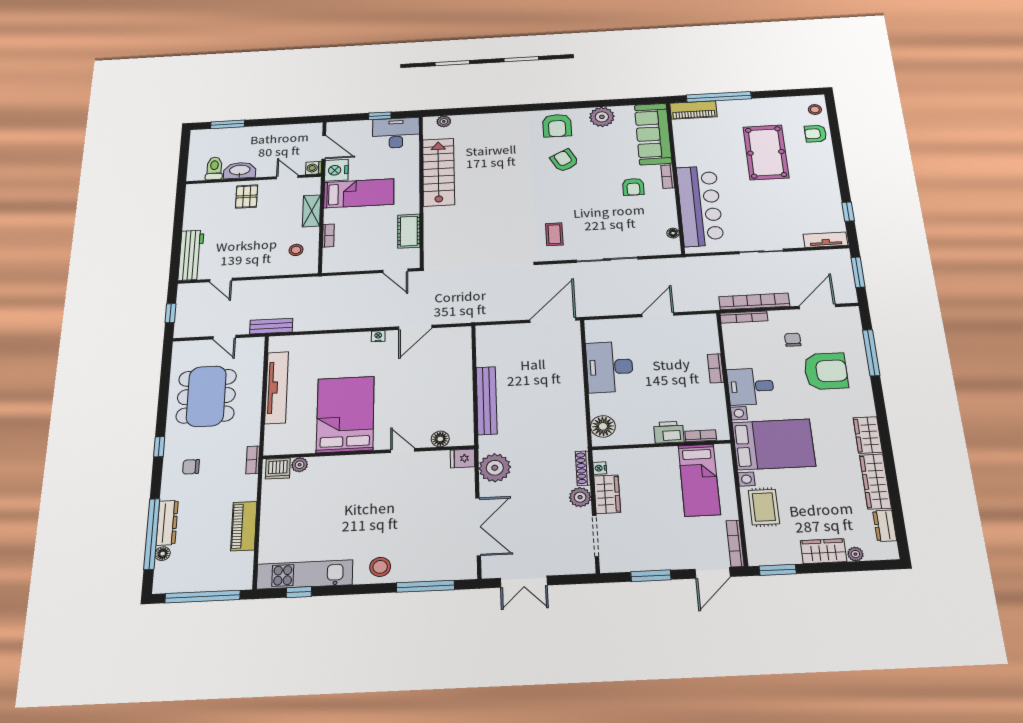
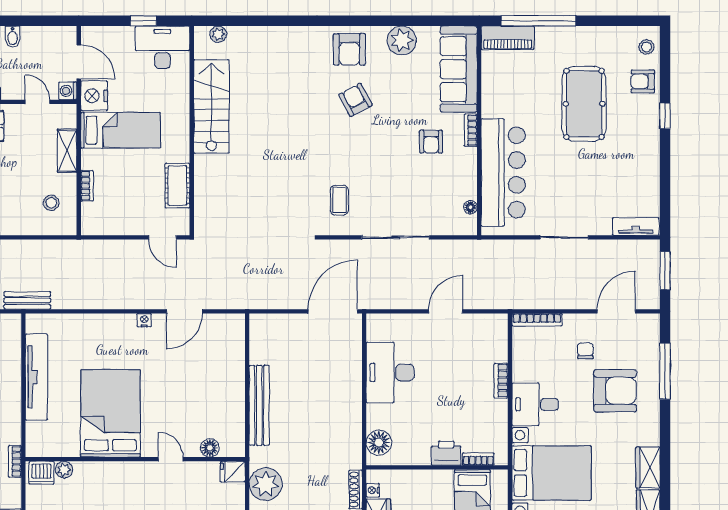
bidet: (268, 133) -> (13, 37), added
window: (848, 212) -> (665, 116), moved
bookcase: (754, 301) -> (550, 301), removed

